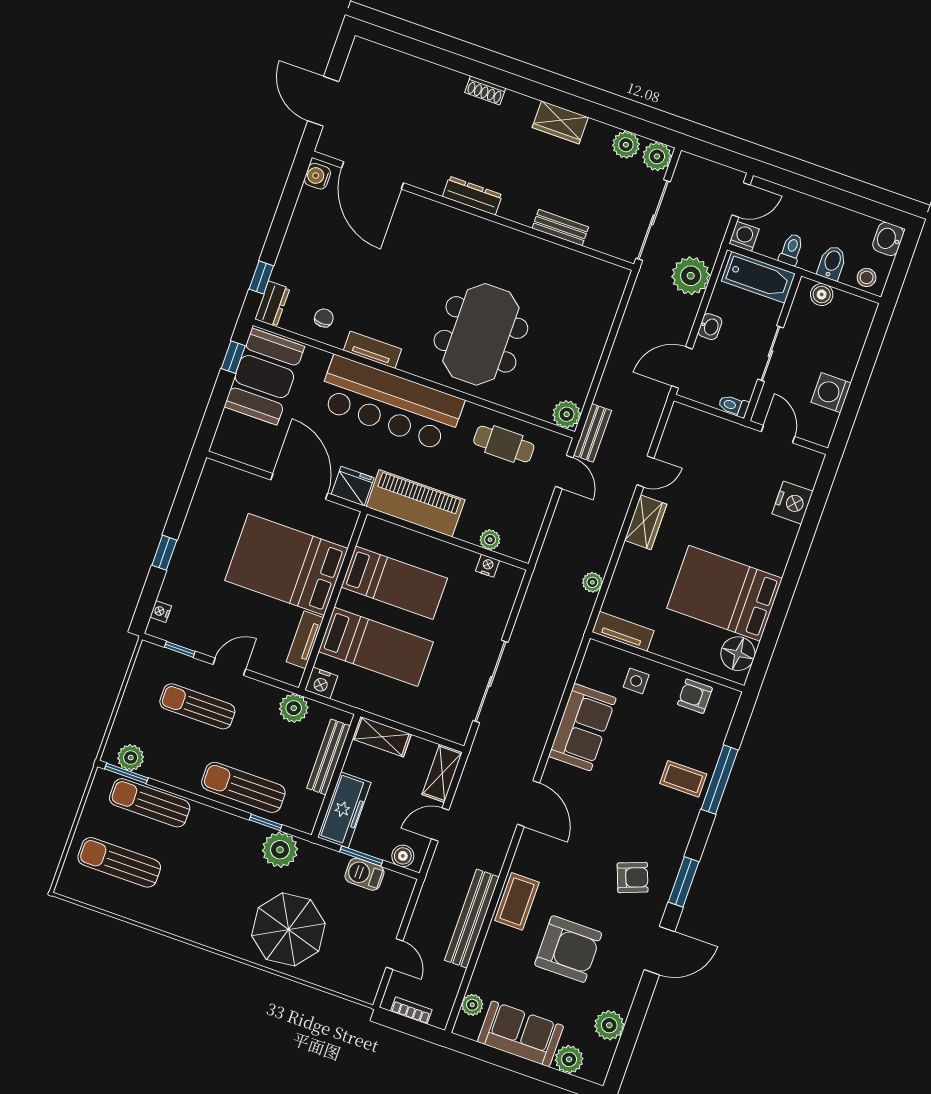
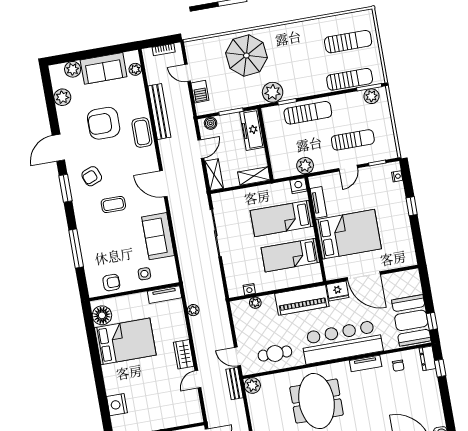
bench: (328, 757) -> (274, 151), removed
coffee table: (683, 779) -> (113, 204), moved
barbecue: (364, 874) -> (200, 92), moved, turned 90

